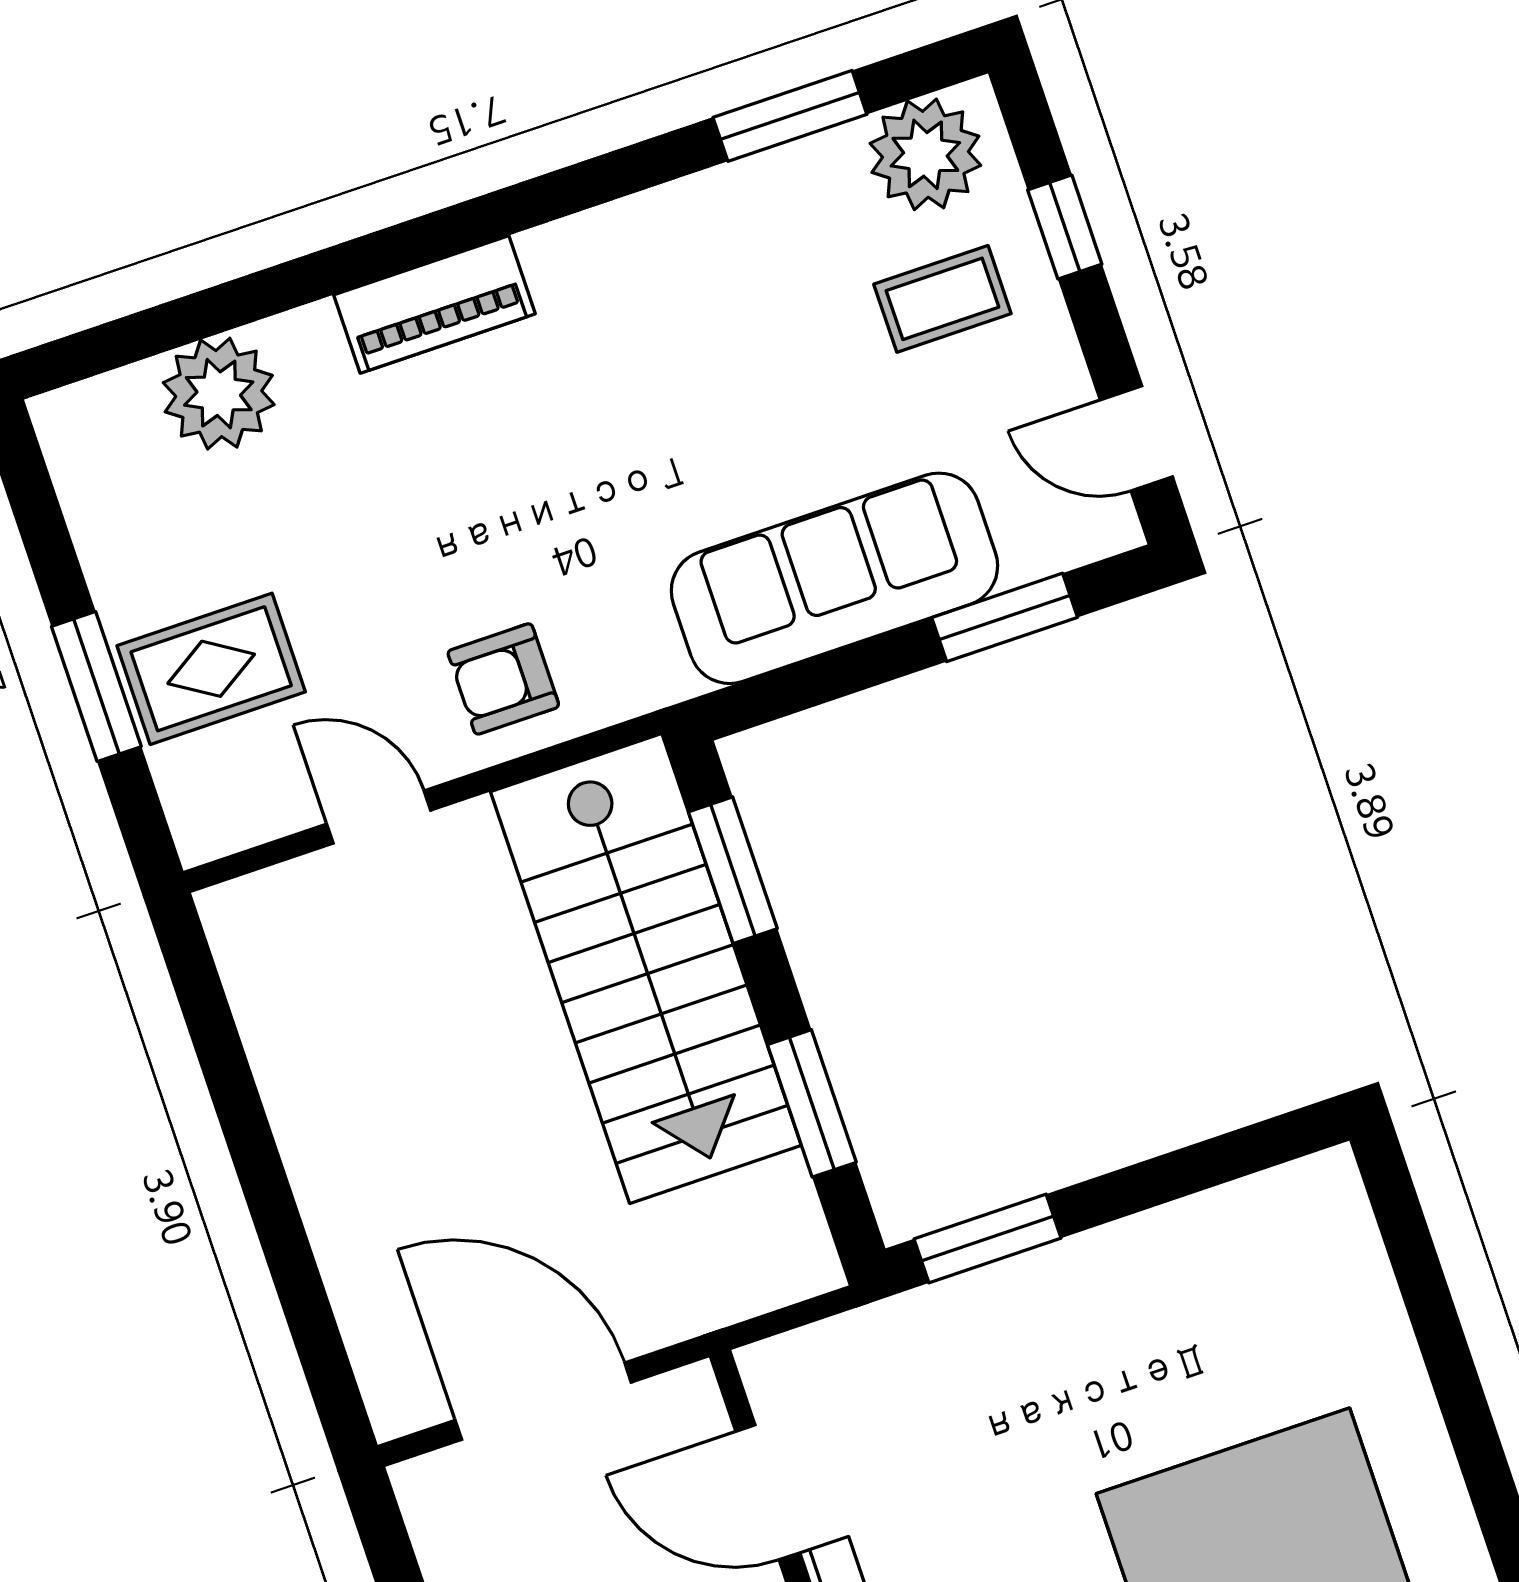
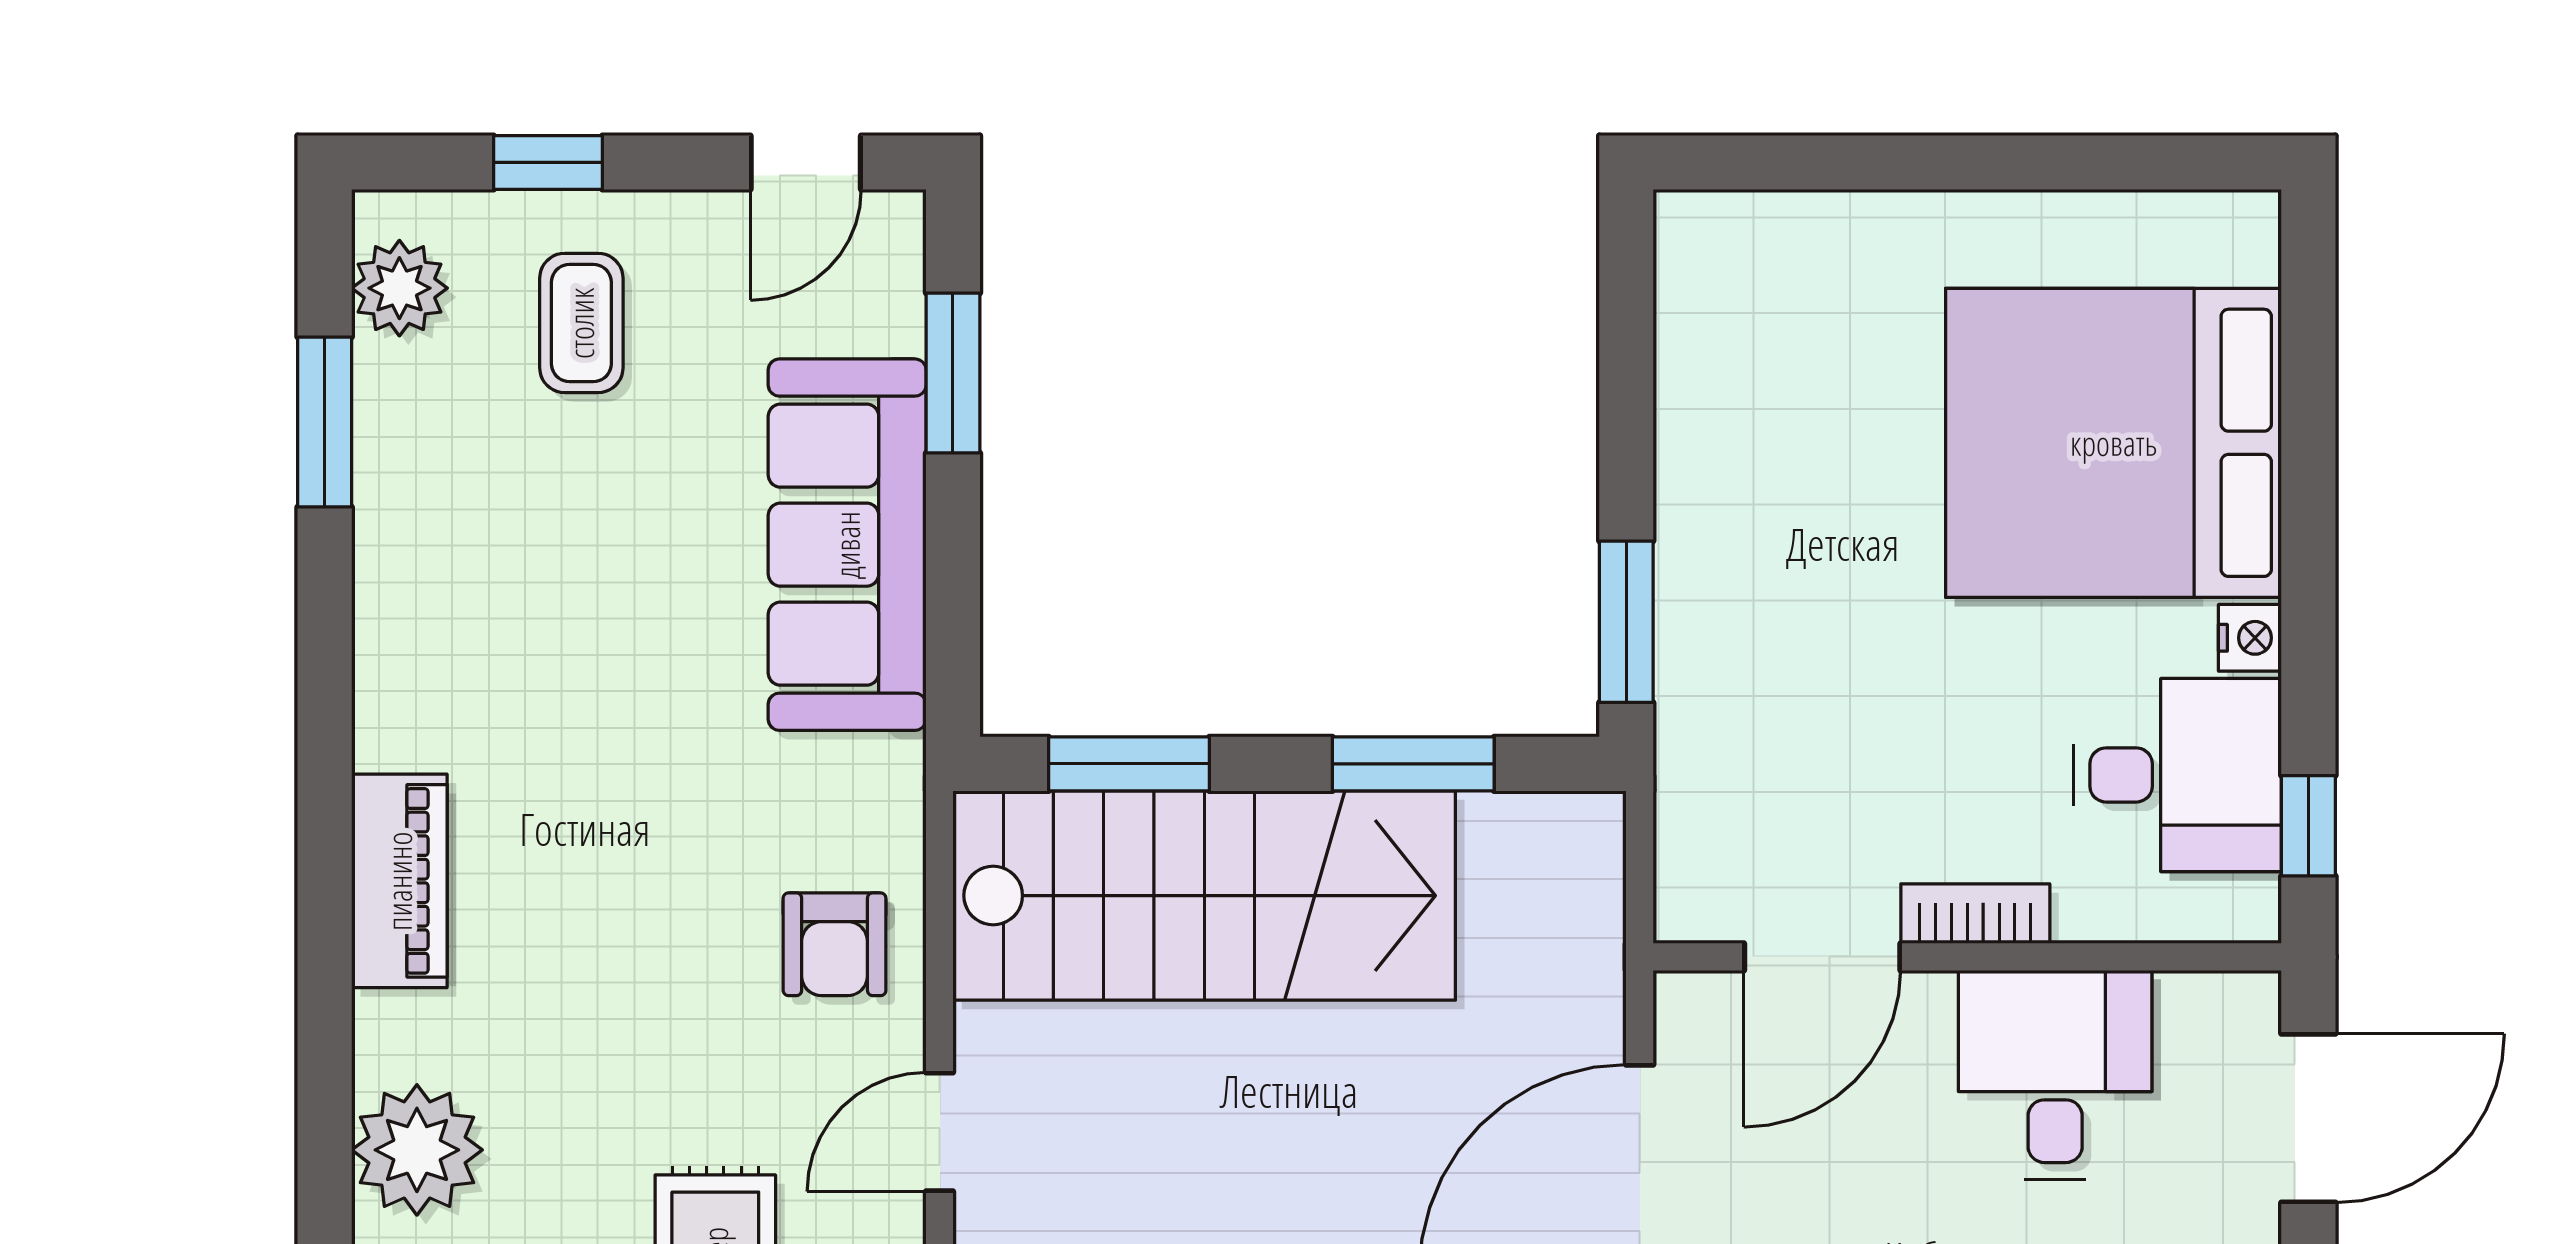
plant: (925, 154) -> (399, 288), width x0.73, depth x0.73

